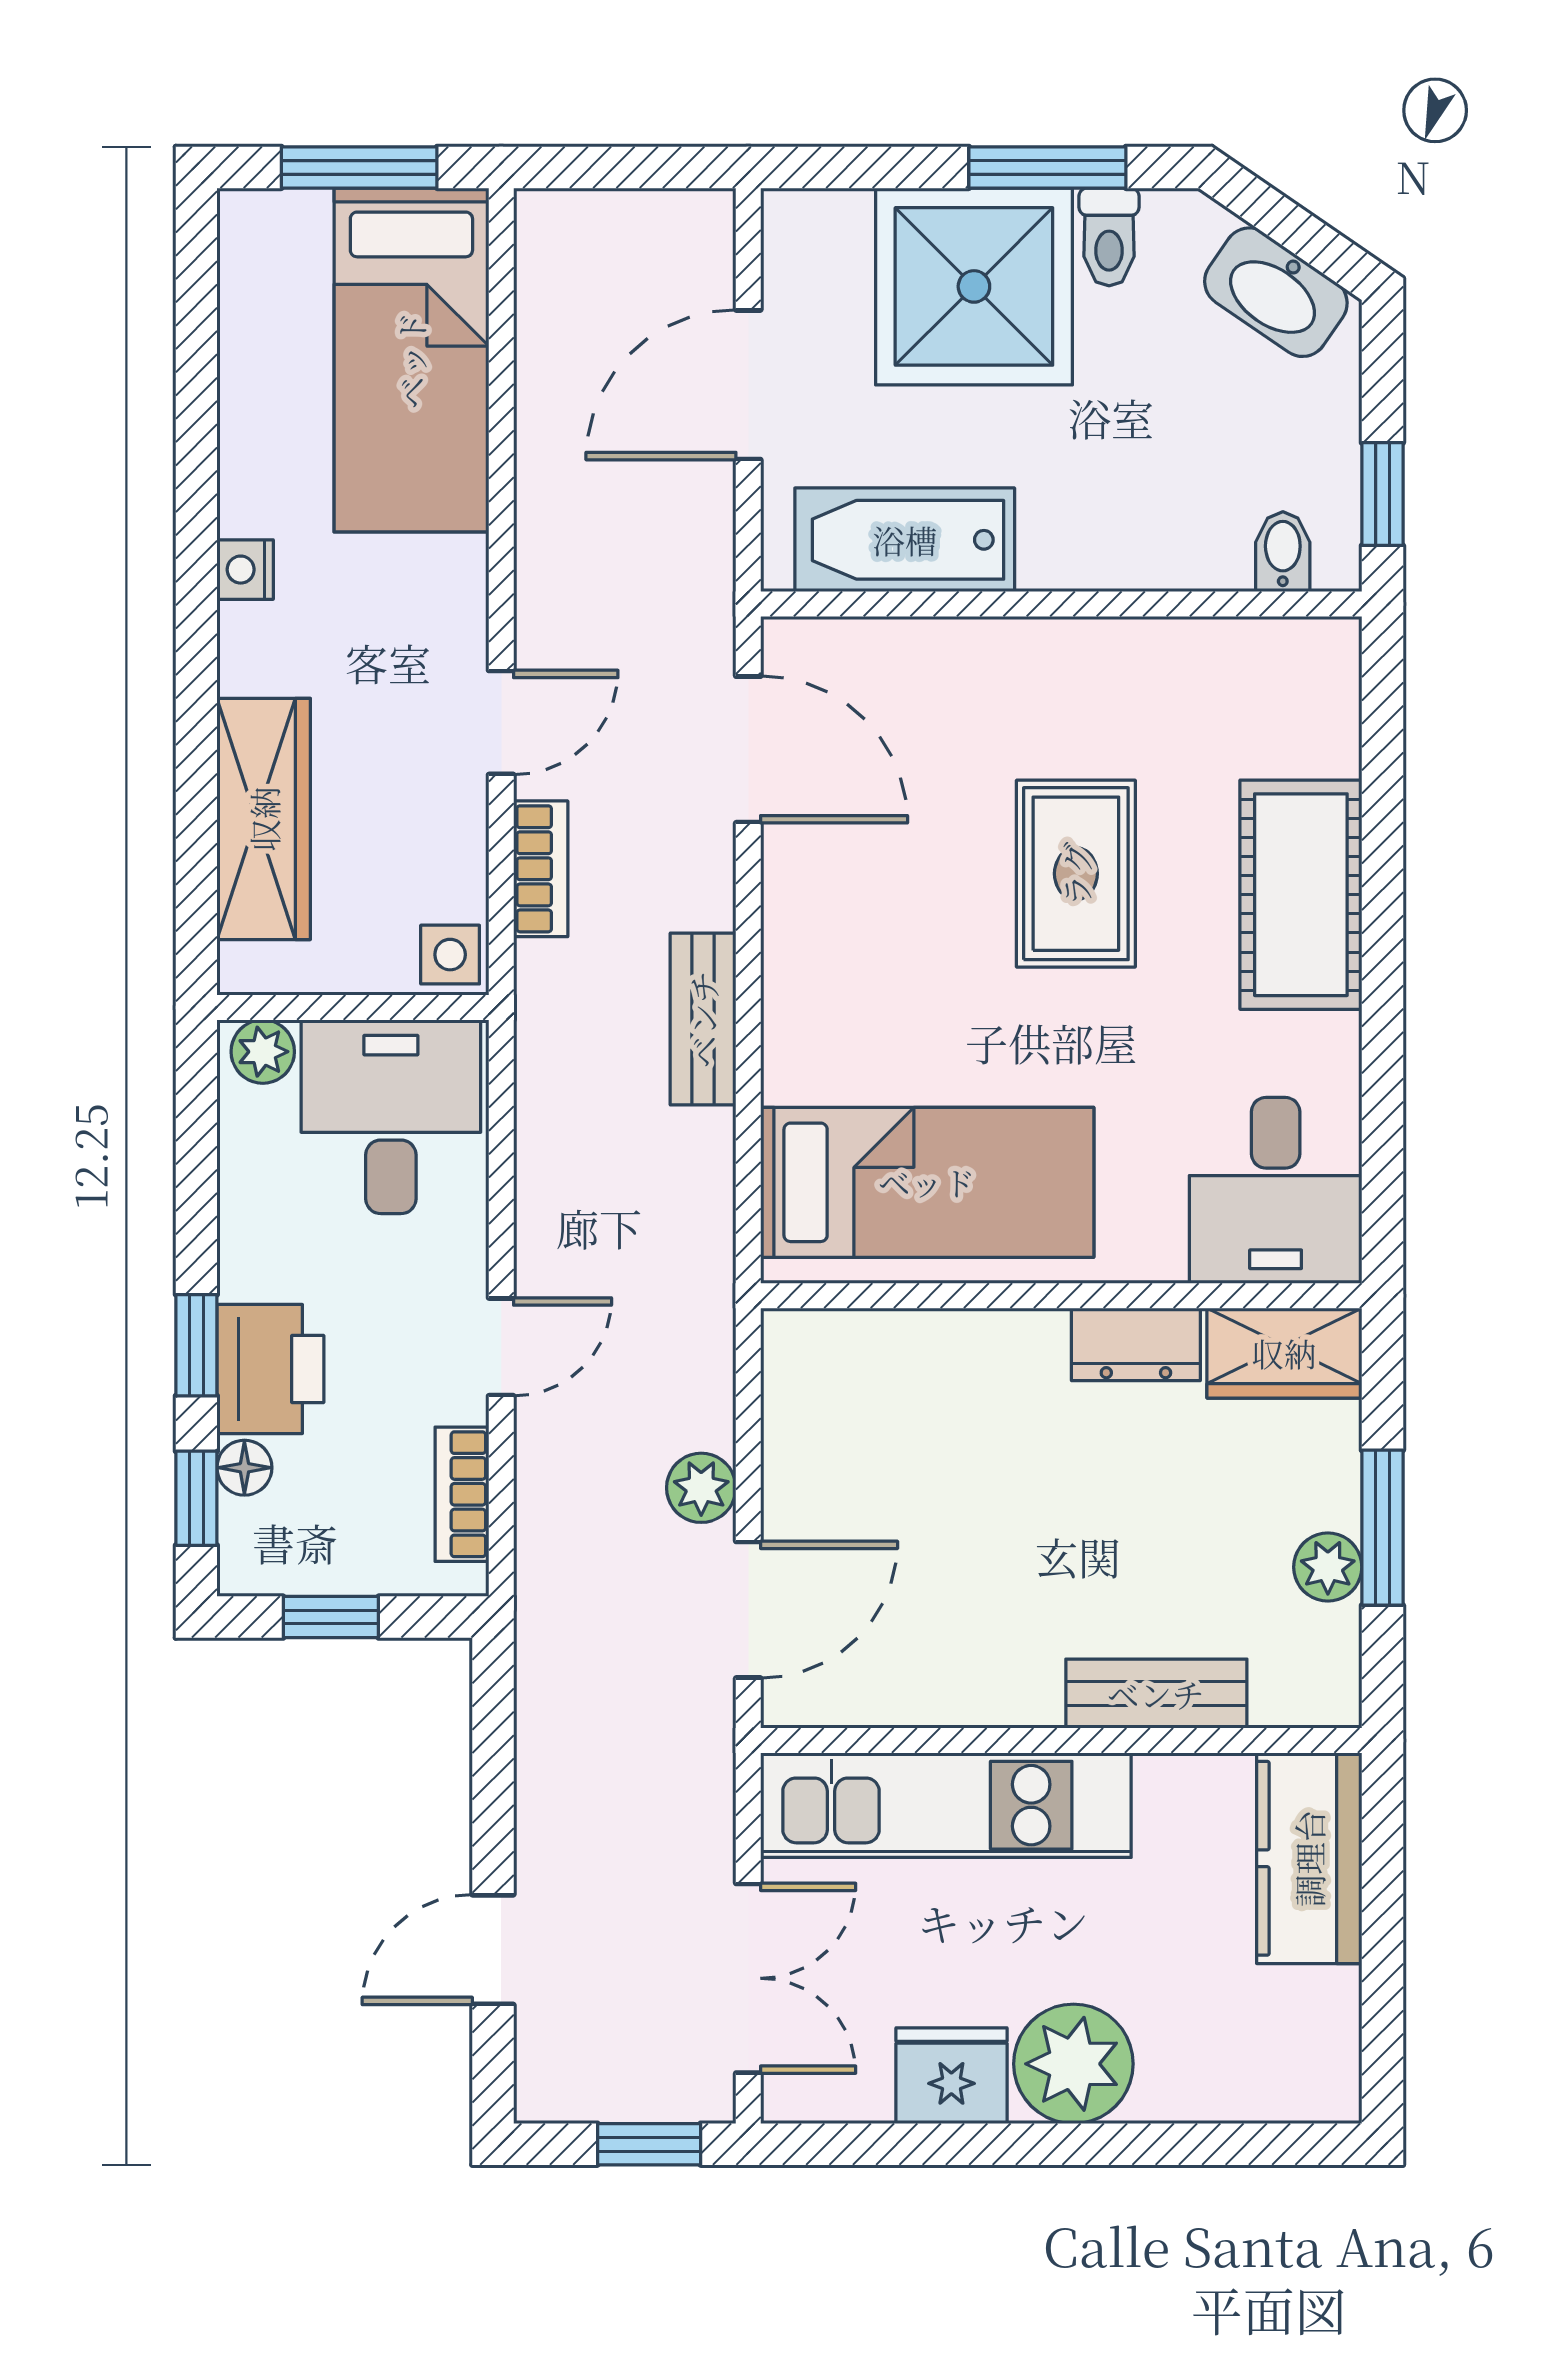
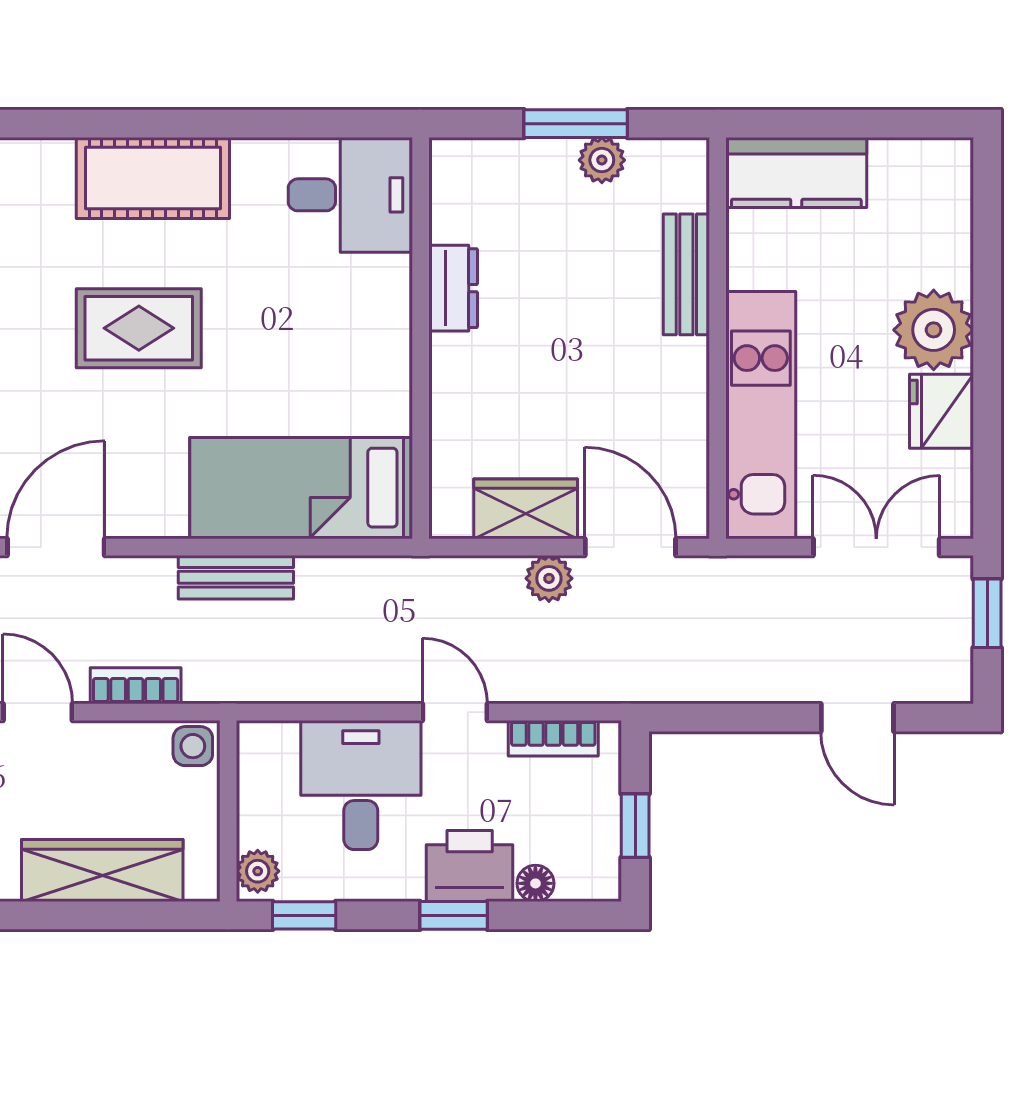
desk: (391, 1117) -> (361, 785), moved, turned 90
bed: (927, 1182) -> (301, 488), moved, turned -90
wardrobe: (1284, 1353) -> (526, 509), moved, turned -90
window: (196, 1498) -> (304, 915), moved

